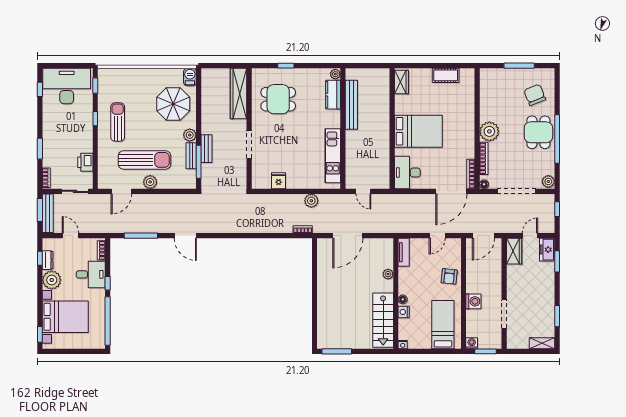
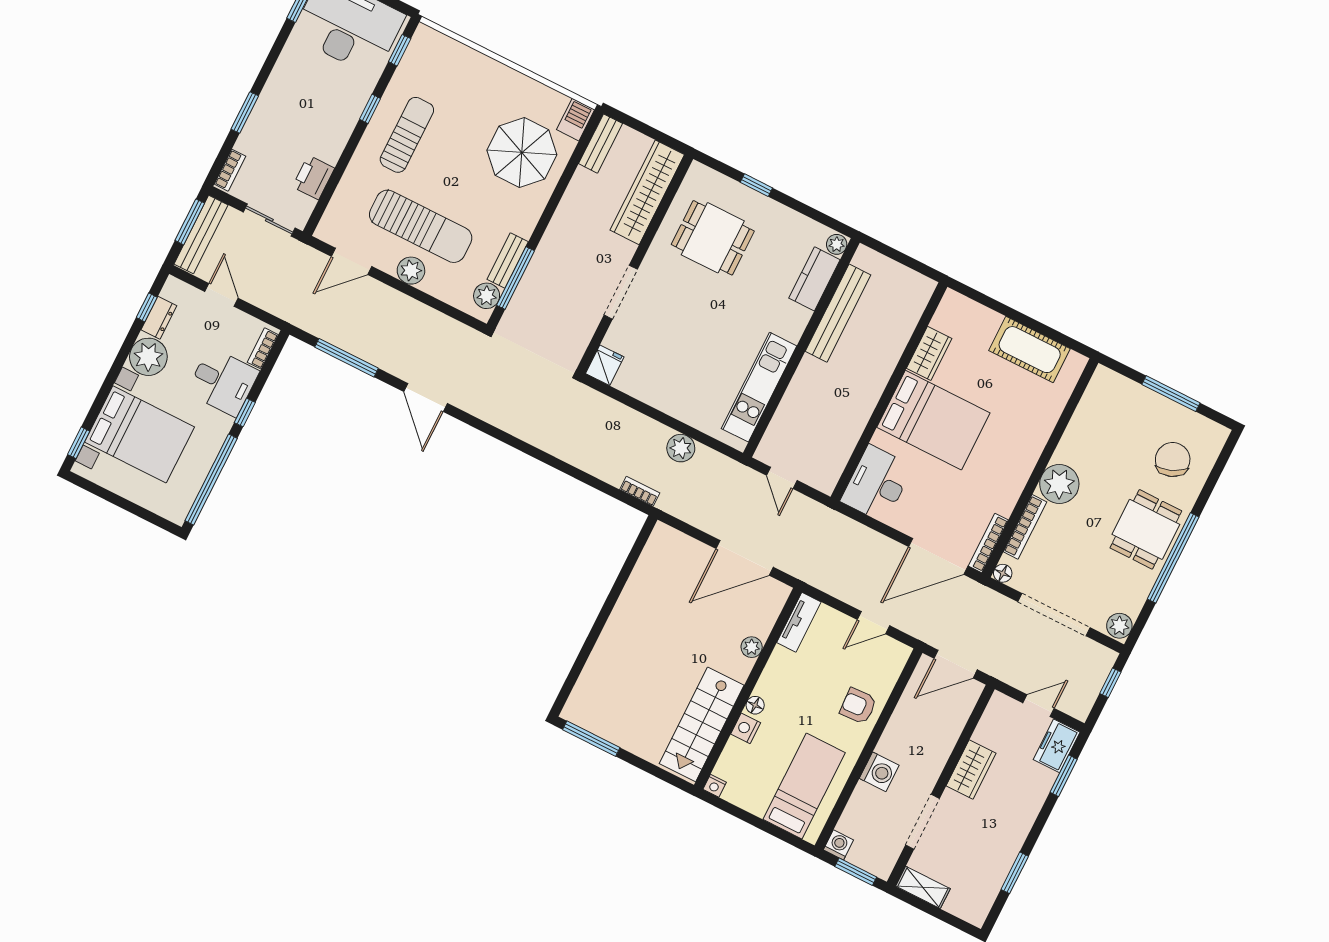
cot: (446, 75) -> (1030, 350), width x1.37, depth x1.34
wardrobe: (401, 82) -> (929, 353), moved
plant: (190, 135) -> (487, 296), moved
bench: (207, 149) -> (601, 144), moved
fridge: (279, 181) -> (605, 365), moved
door: (348, 236) -> (745, 558), moved
wardrobe: (514, 251) -> (971, 770), moved
armchair: (449, 276) -> (858, 706), turned 81
shelving: (542, 343) -> (923, 887), moved

